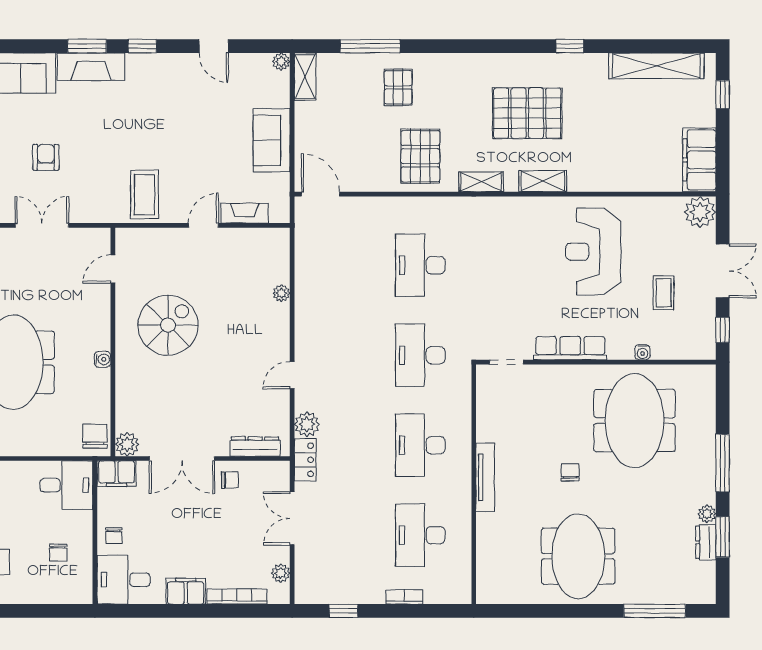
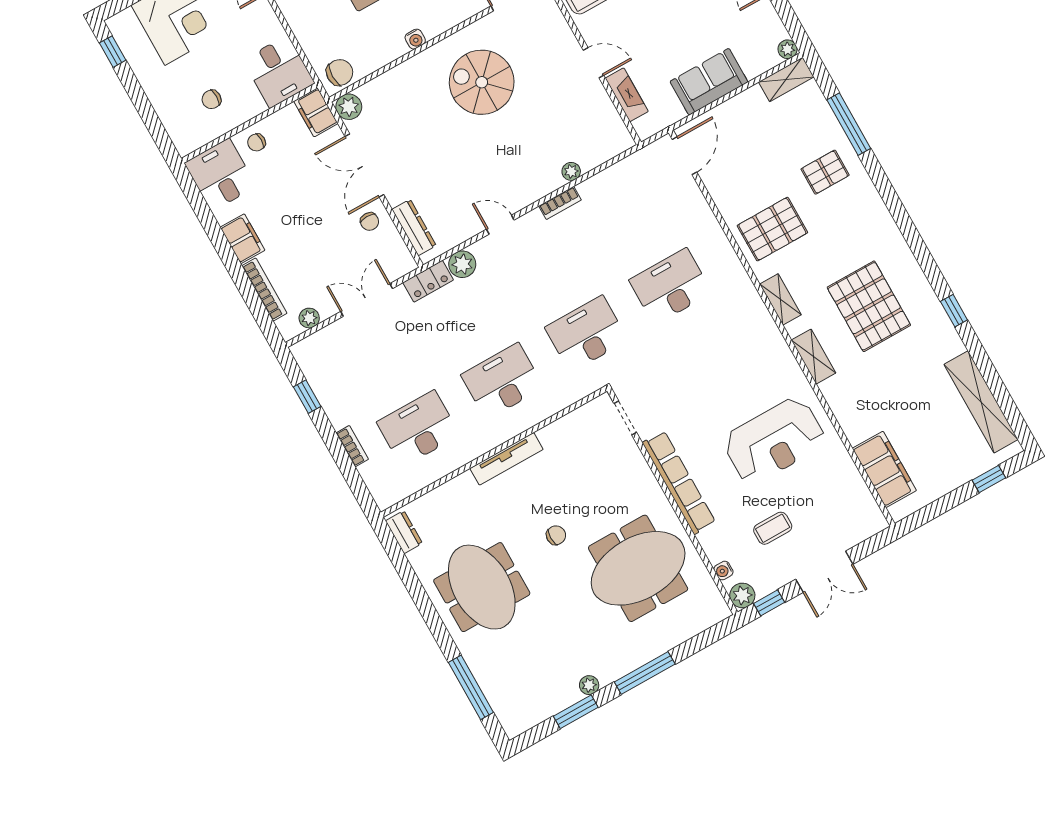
filing cabinet: (699, 160) -> (884, 469), moved, turned 90
plant: (700, 212) -> (742, 595), moved, width x0.73, depth x0.73
reception desk: (593, 252) -> (774, 441), turned 180
bookcase: (302, 317) -> (560, 203), added
spiral stairs: (168, 325) -> (482, 82), turned 180
row of seats: (570, 348) -> (679, 482), width x1.36
water cooler: (642, 352) -> (723, 571), moved
dresser: (706, 542) -> (404, 532), moved, turned 90
meeting table: (578, 556) -> (482, 587), turned 90

